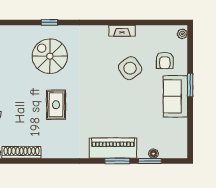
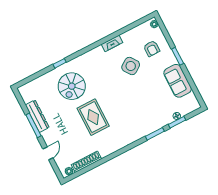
spiral stairs: (50, 56) -> (72, 86), turned -90
sofa: (175, 96) -> (178, 81), moved
rug: (56, 105) -> (93, 117), width x1.36, depth x1.43
piano: (113, 148) -> (147, 127), removed

